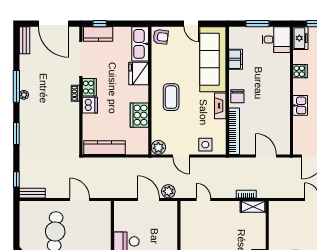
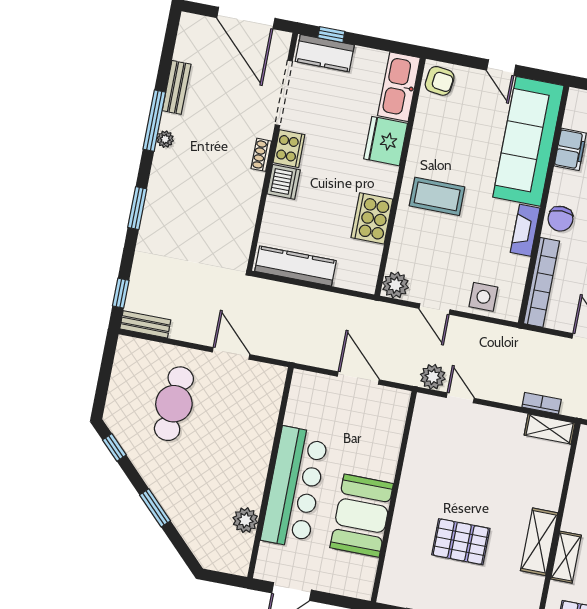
bench: (25, 40) -> (177, 87), moved
coffee table: (171, 97) -> (437, 196), turned 90
plant: (168, 191) -> (433, 377), moved

